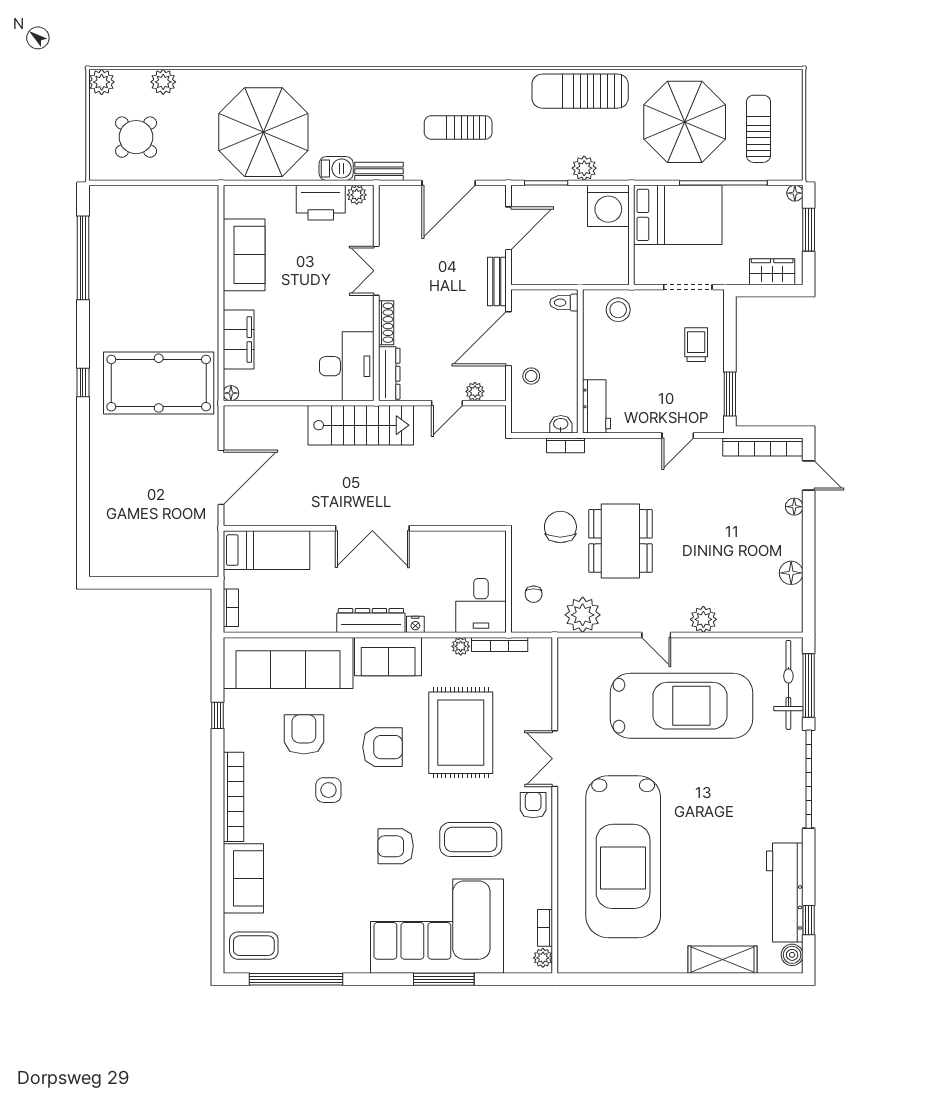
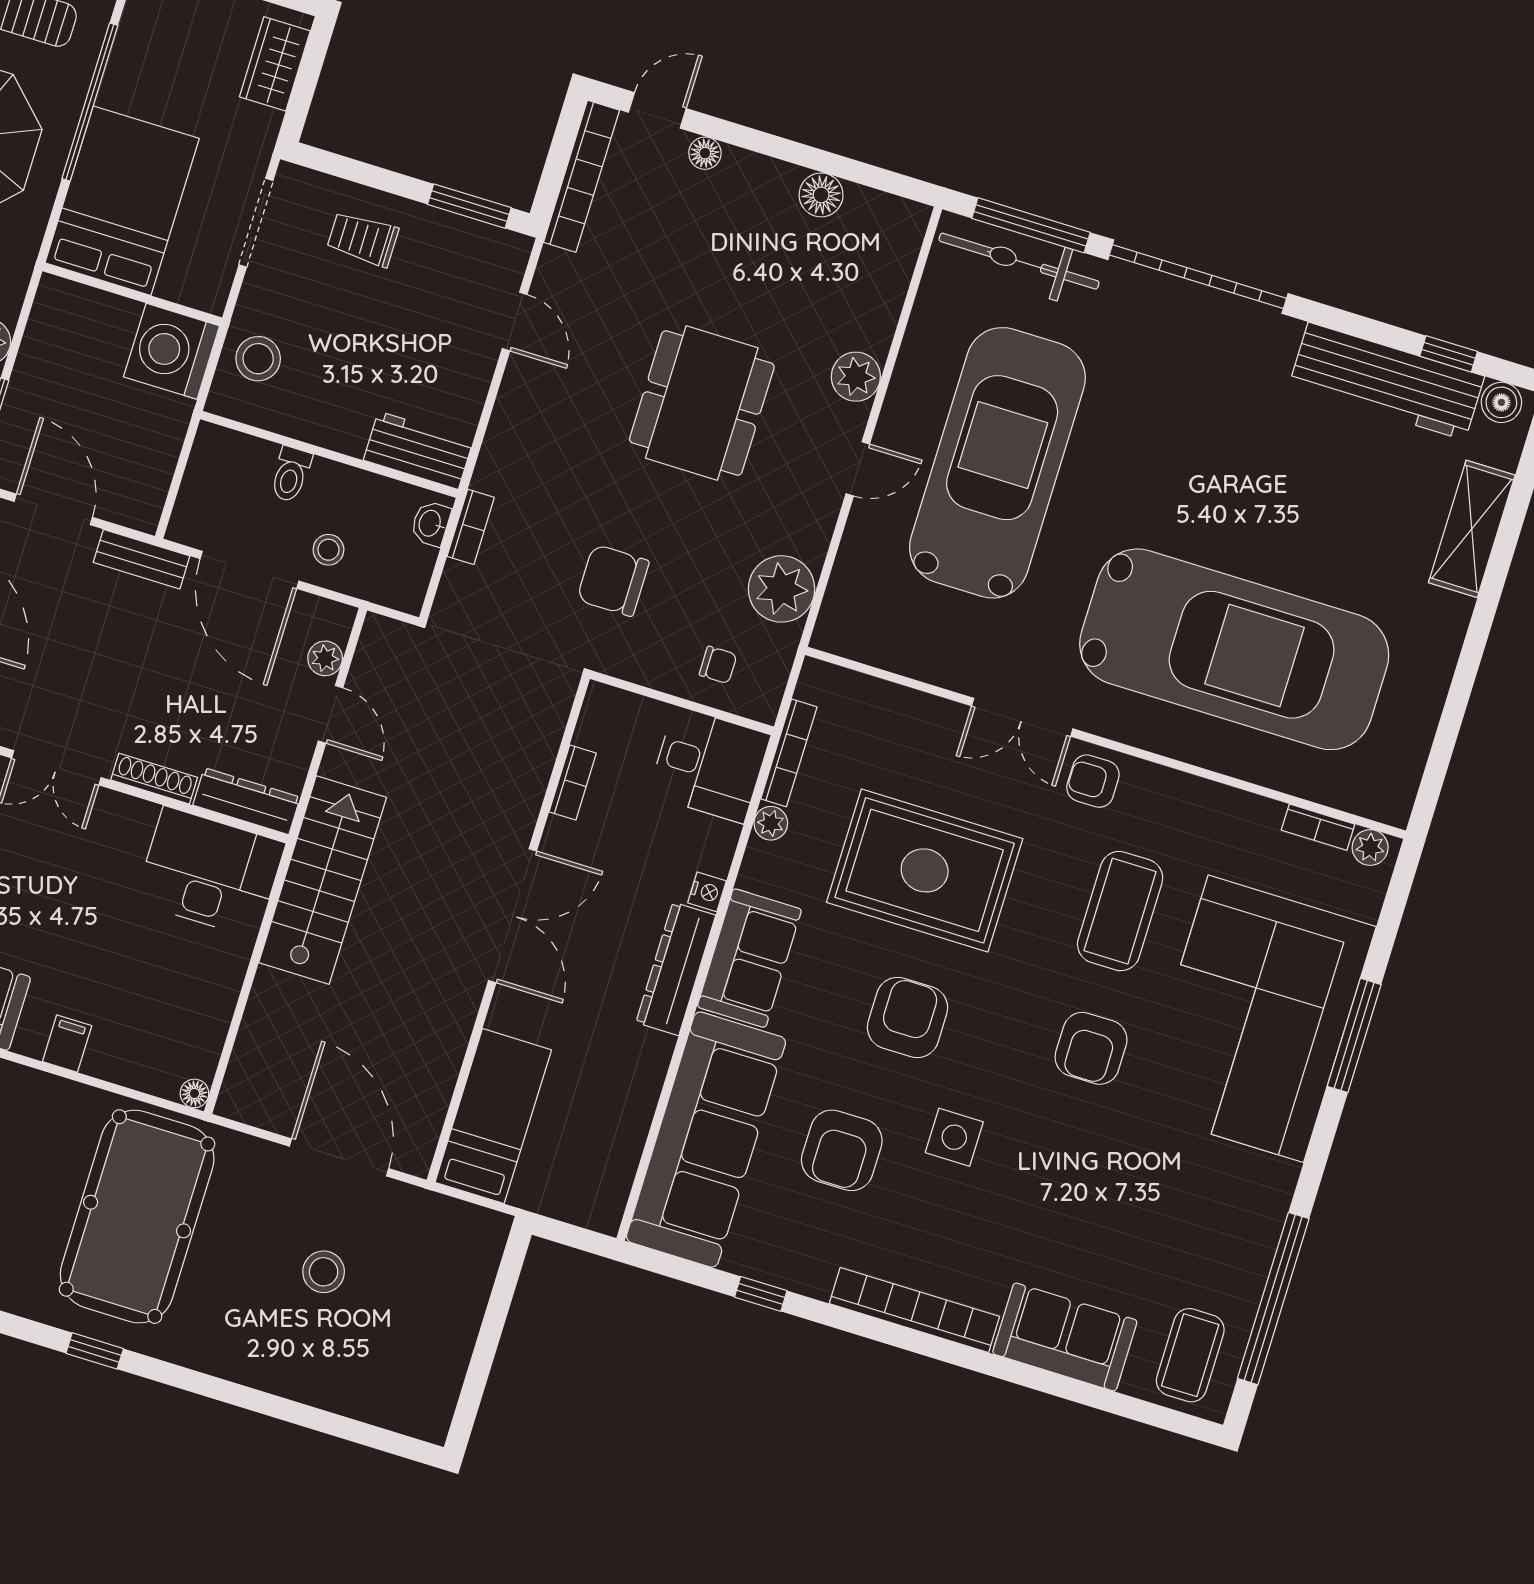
washing machine: (608, 206) -> (172, 351), moved, turned 180
toilet: (564, 303) -> (291, 474), moved
filing cabinet: (239, 340) -> (67, 1044), width x0.33, depth x0.86
stool: (160, 488) -> (324, 1272), added
dining table: (620, 541) -> (702, 403), moved, turned 90
bookcase: (231, 608) -> (573, 782), moved, turned 90
armchair: (304, 734) -> (842, 1150), turned -90

